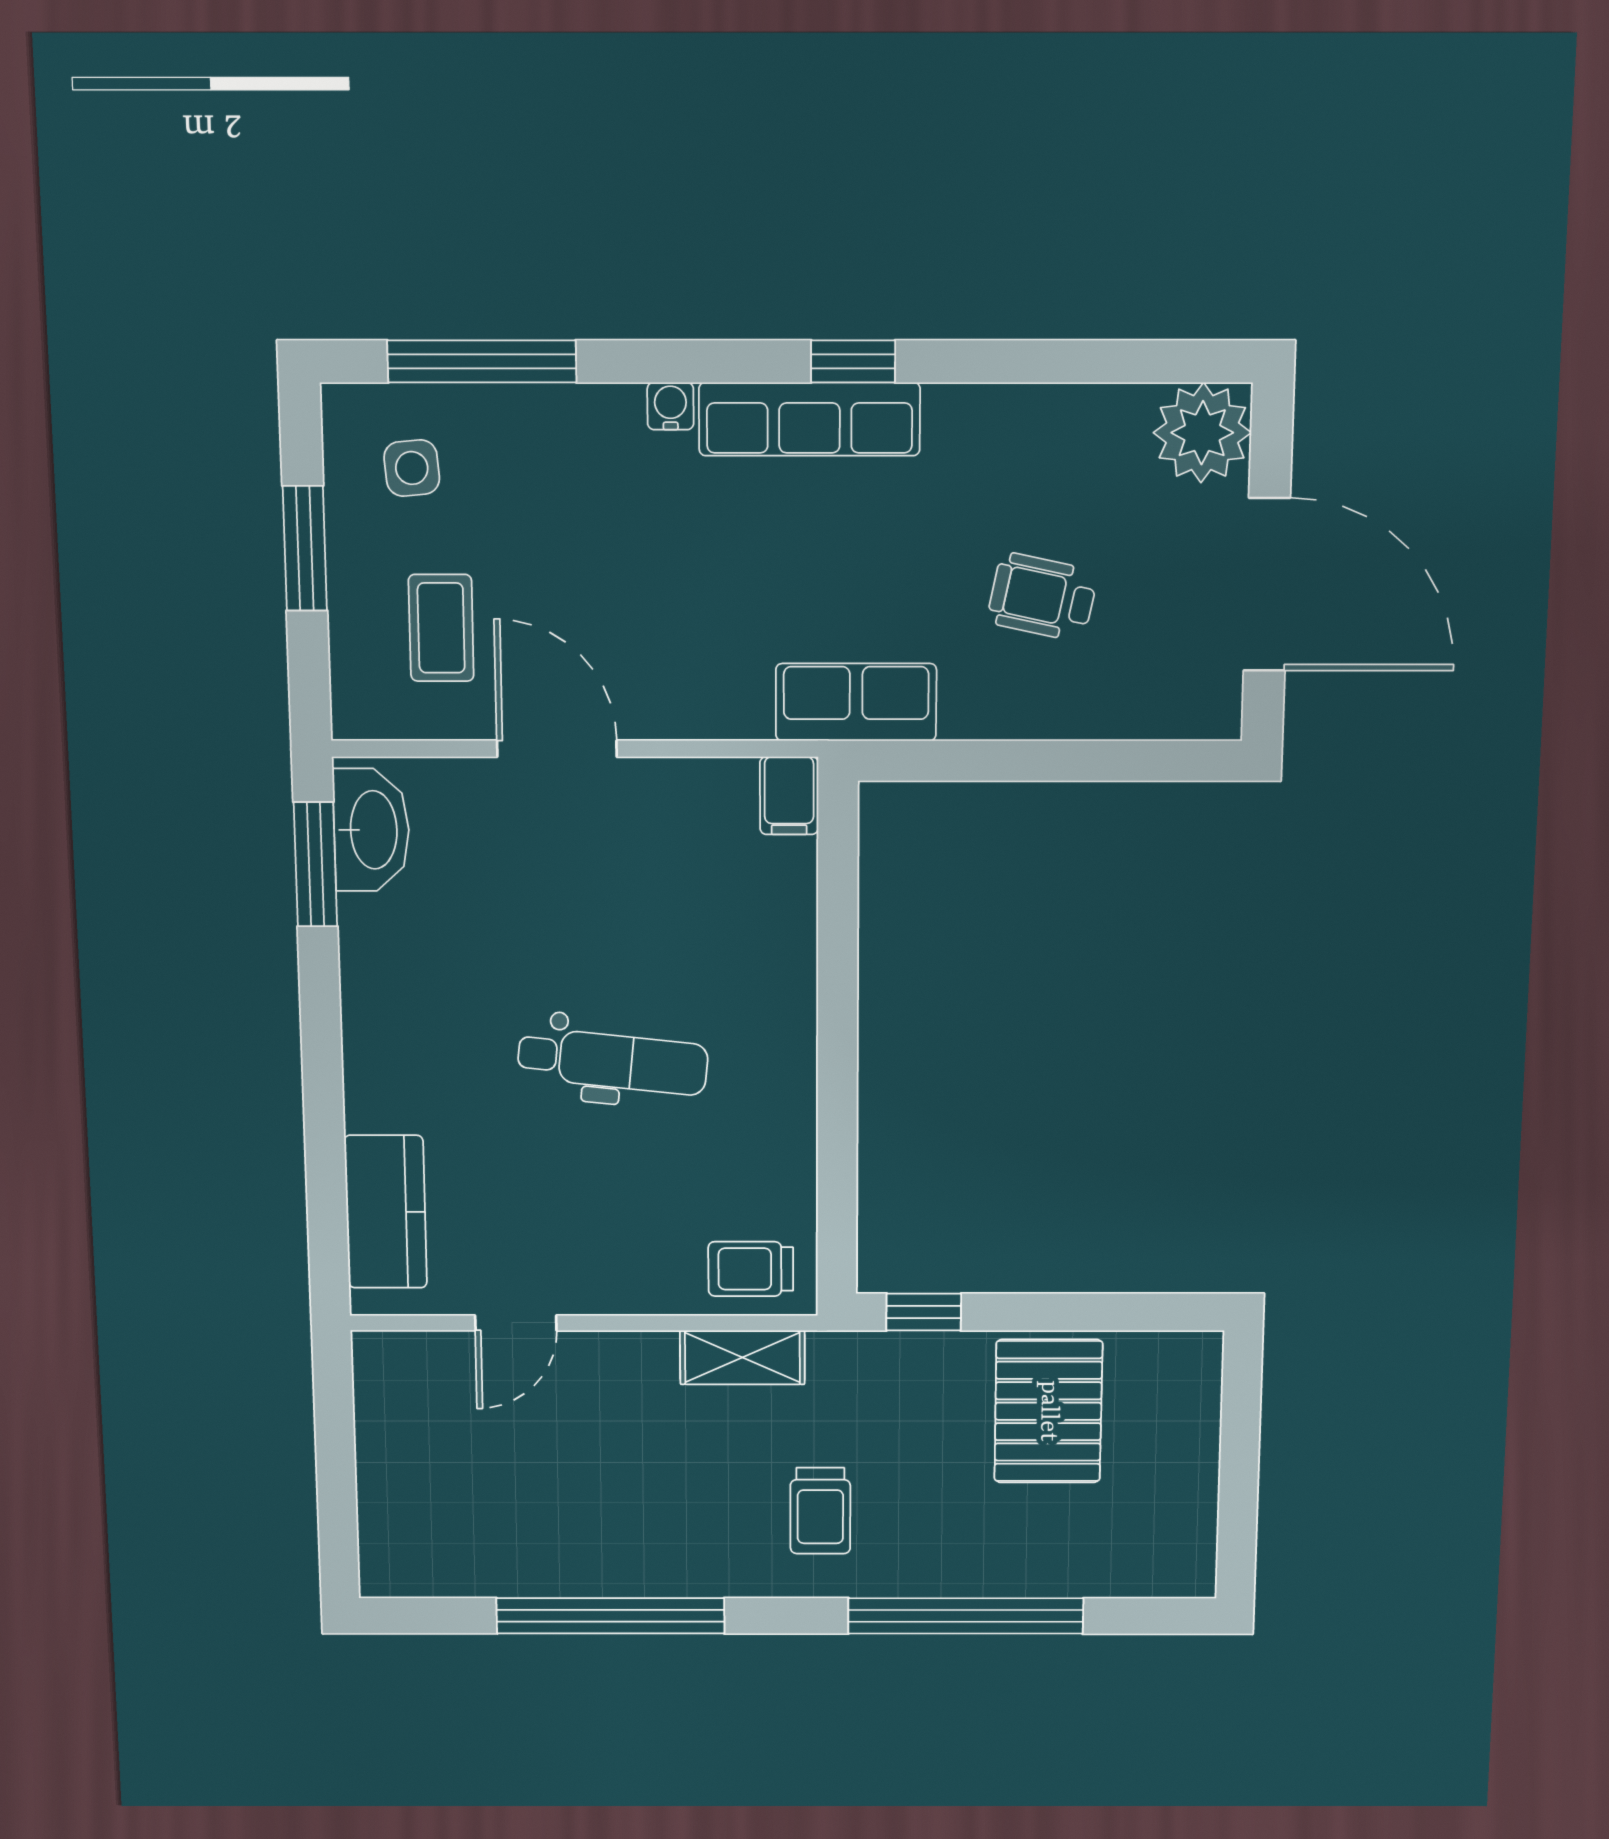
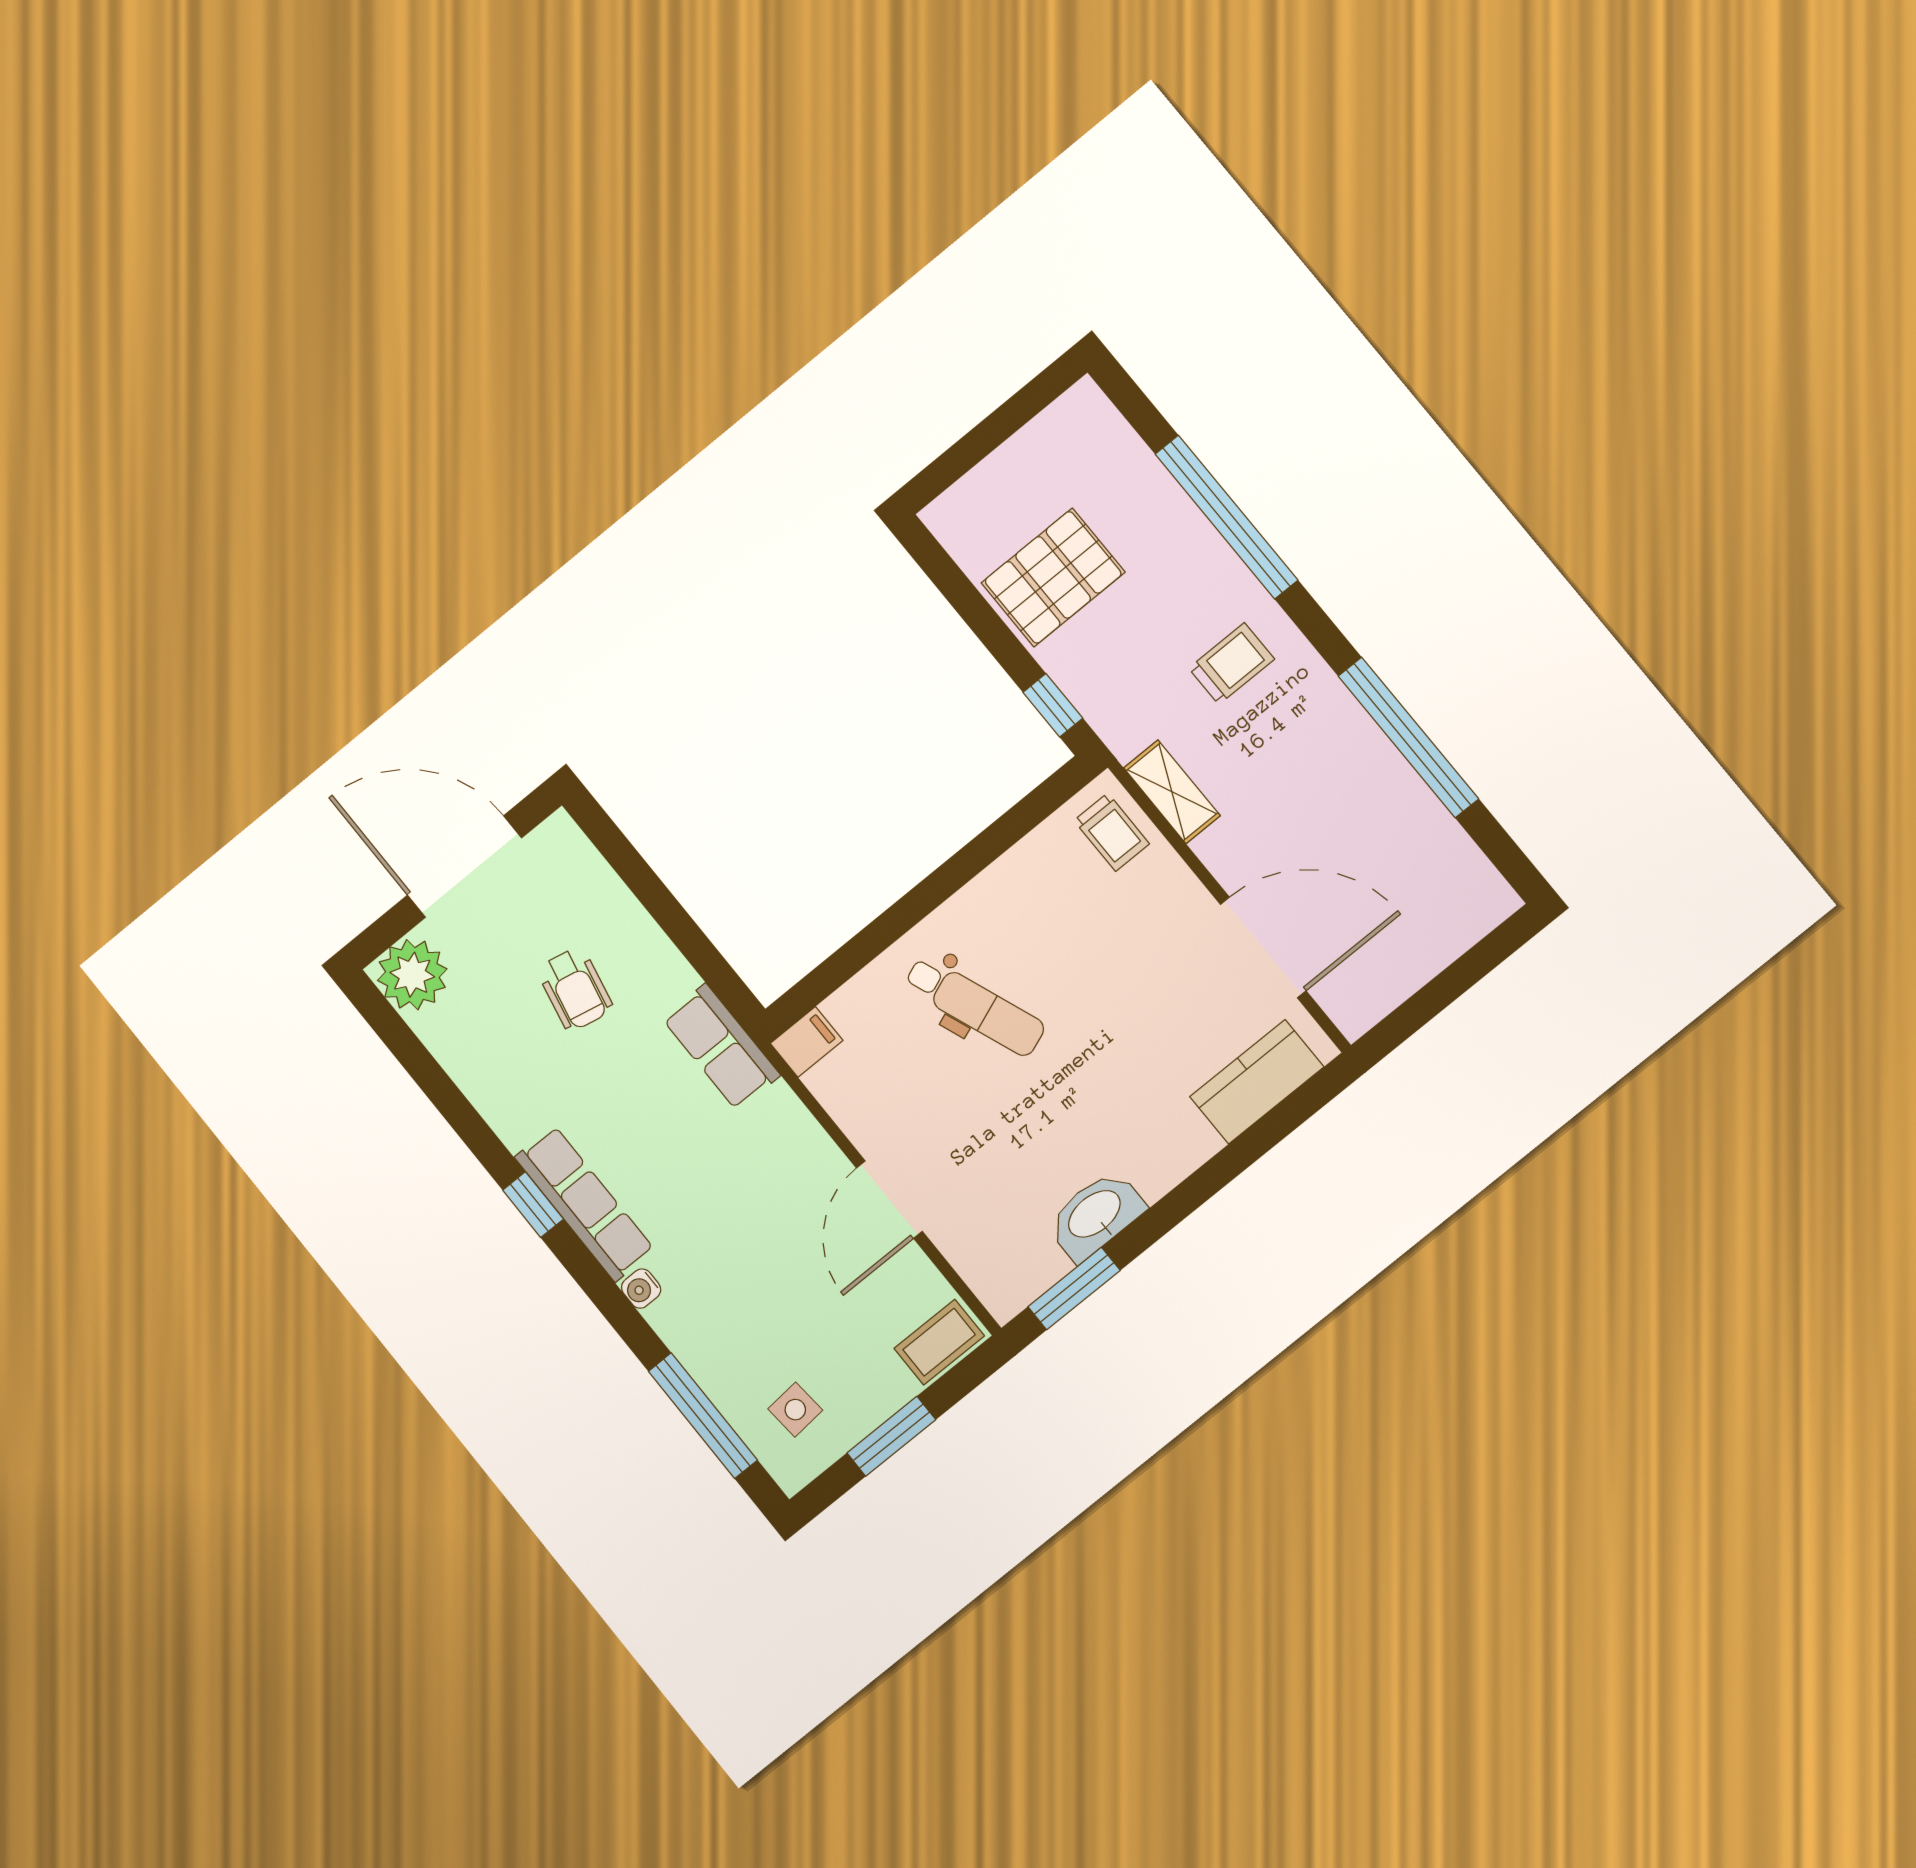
door: (1267, 585) -> (464, 867), hinge flipped
coffee table: (441, 628) -> (939, 1342), moved
washbasin: (371, 830) -> (1095, 1215), moved
dental chair: (613, 1061) -> (975, 1006), moved, turned 153
door: (516, 1323) -> (1263, 947), width x1.88

